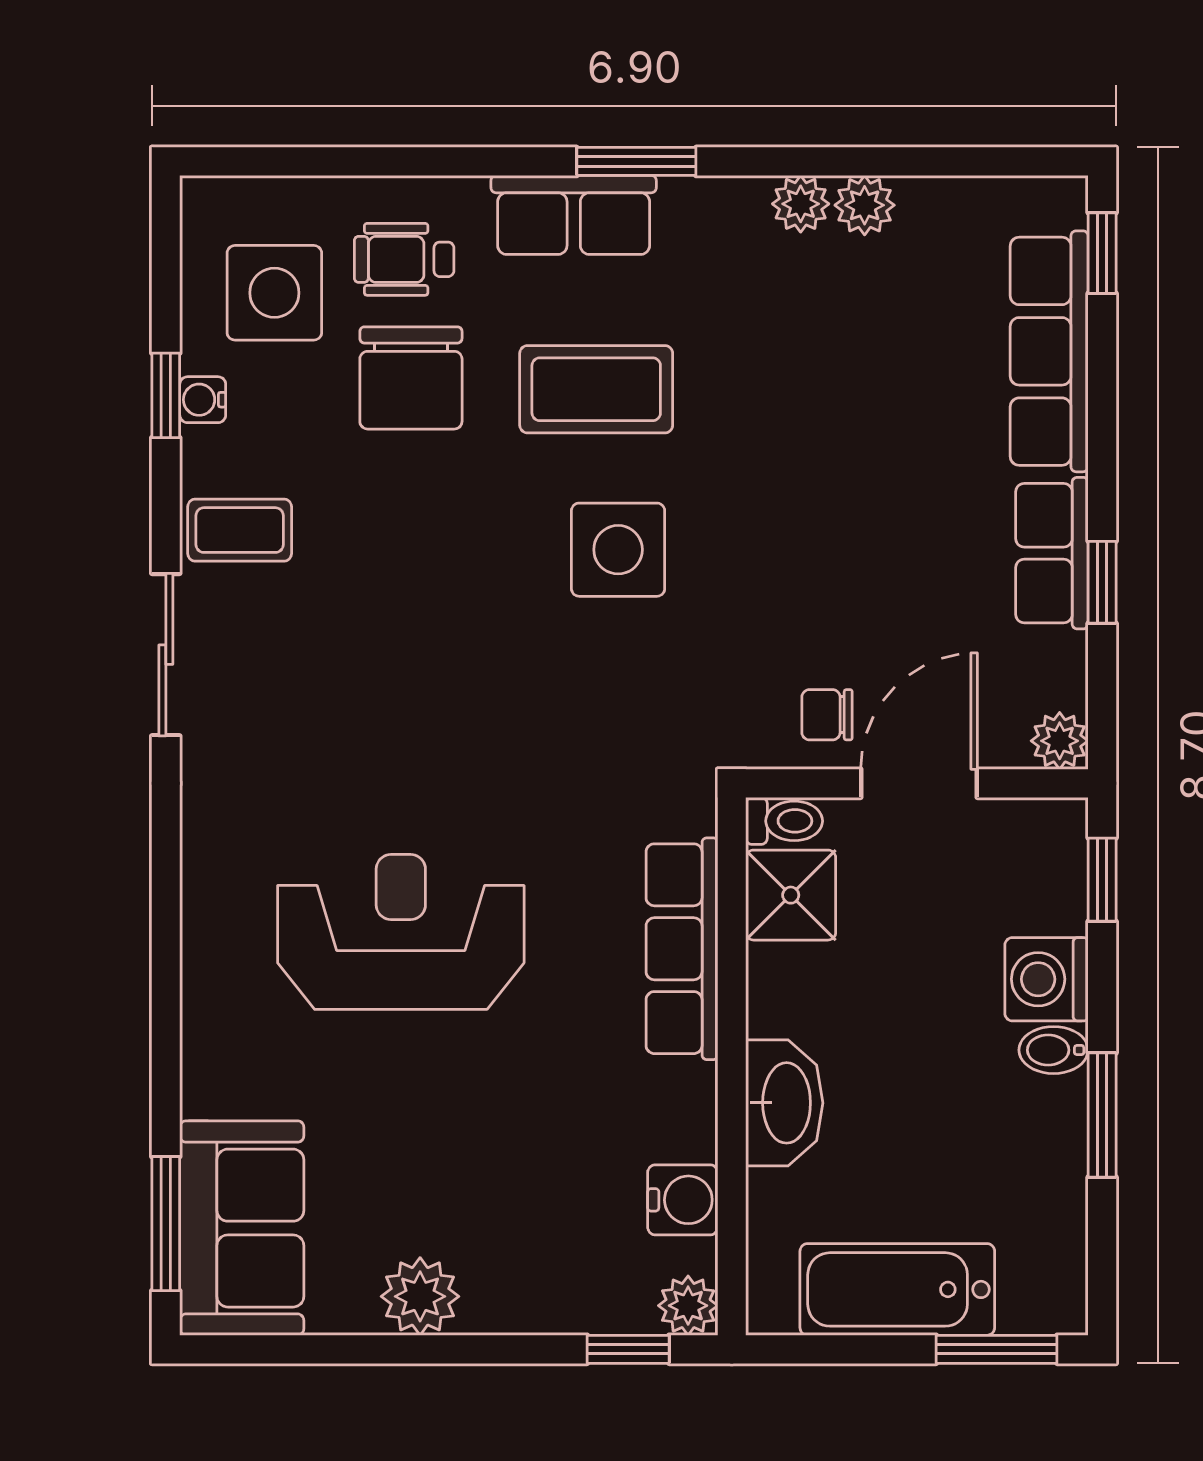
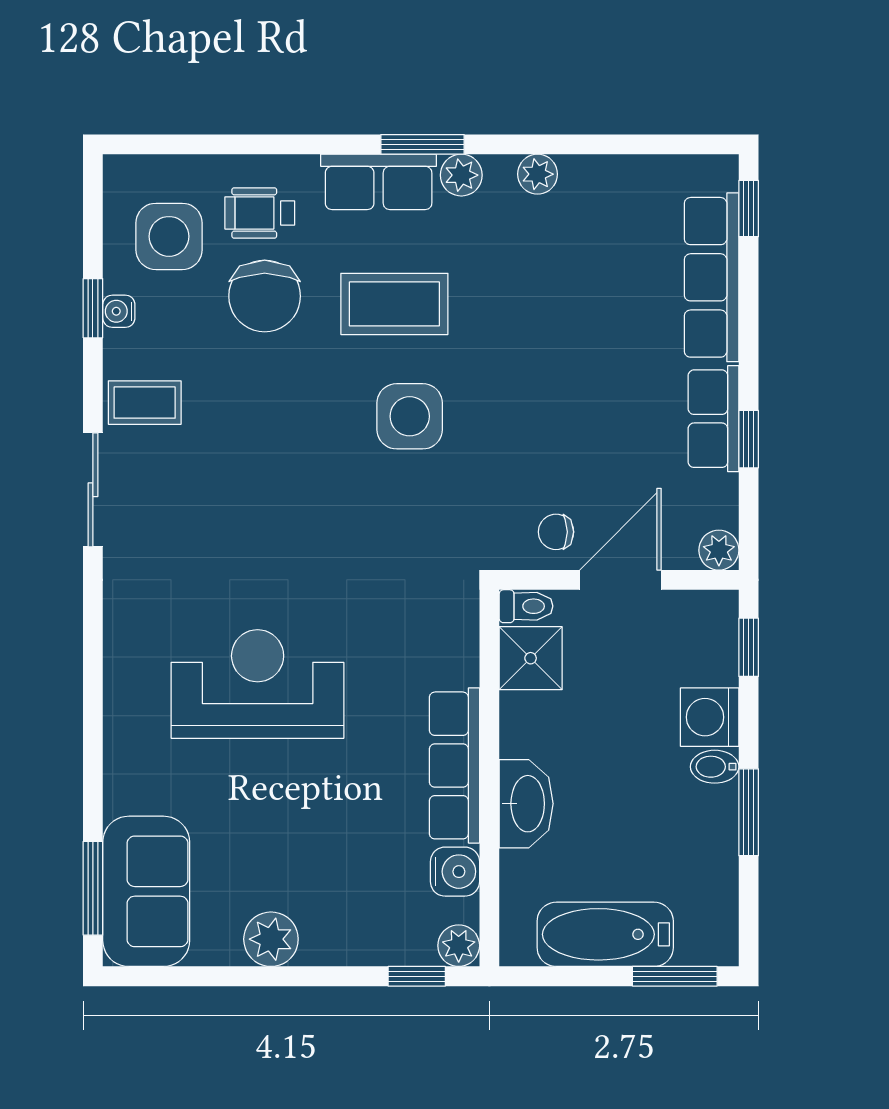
plant: (865, 205) -> (461, 175), moved
row of seats: (682, 949) -> (454, 765), moved

